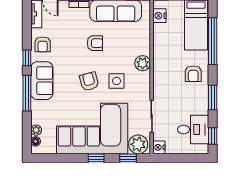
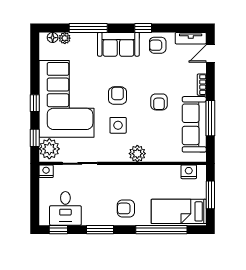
armchair: (89, 81) -> (118, 96), turned -75
window: (27, 93) -> (88, 28), moved

